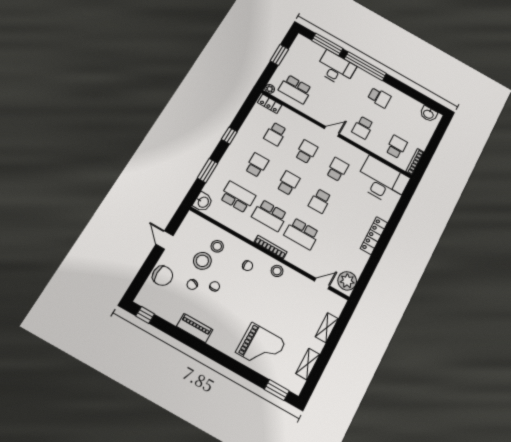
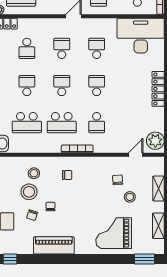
school desk: (238, 197) -> (27, 123), turned 180
school desk: (320, 201) -> (97, 85), turned 180
school desk: (302, 234) -> (97, 123), width x0.54
stool: (277, 271) -> (130, 197), moved
chair: (292, 297) -> (118, 180), added
piano: (195, 328) -> (54, 245), width x1.37, depth x1.33
grand piano: (261, 347) -> (114, 233), turned 180

